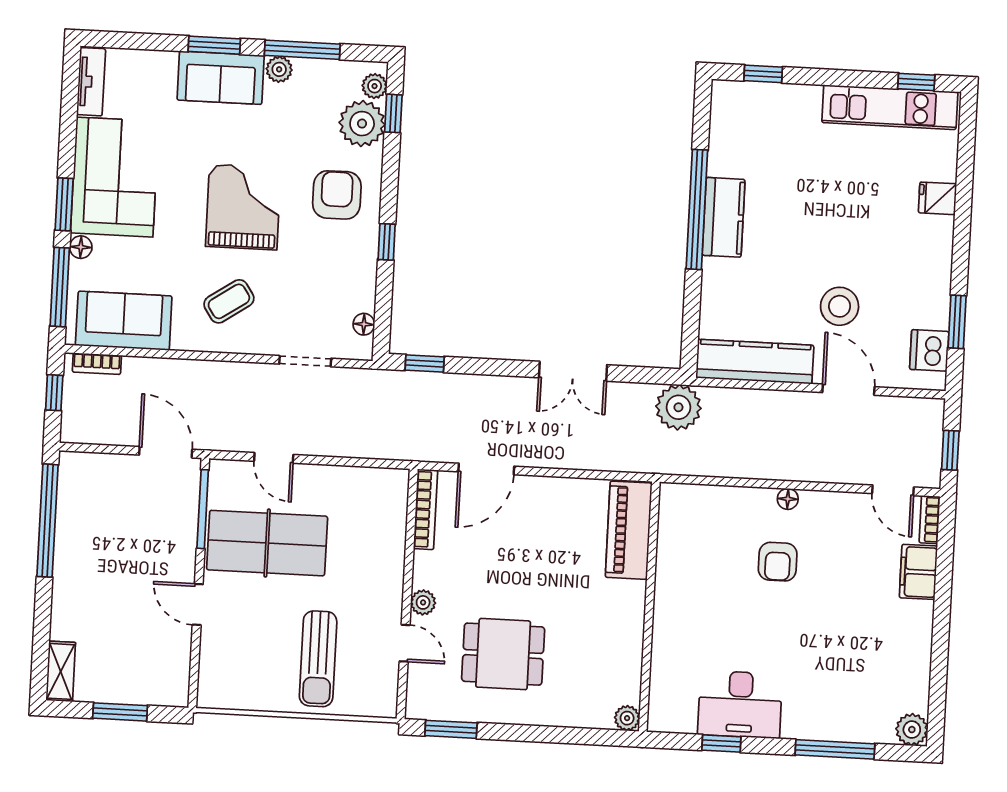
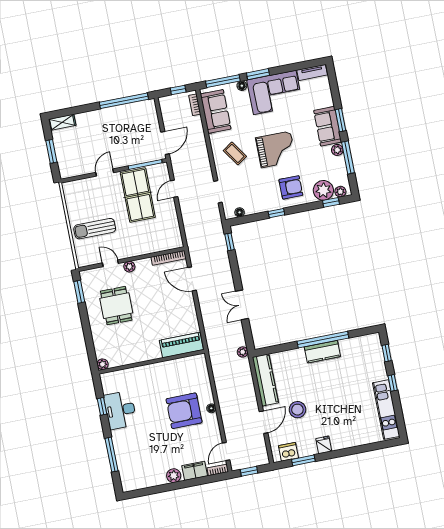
window: (916, 82) -> (393, 383), moved
fridge: (937, 198) -> (324, 445), moved
plant: (678, 407) -> (243, 352), width x0.53, depth x0.53
armchair: (778, 562) -> (184, 411), width x1.88, depth x1.88
door: (405, 643) -> (110, 263), swing flipped
plant: (912, 730) -> (174, 476), moved

